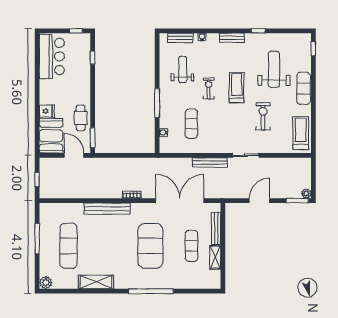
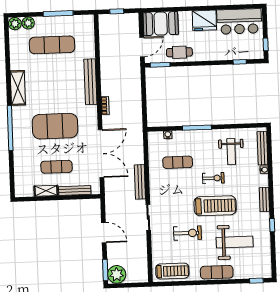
bench: (180, 38) -> (262, 148), width x1.36
weight bench: (183, 69) -> (231, 152), turned 90
treadmill: (237, 88) -> (215, 206), width x1.37, depth x1.38
fridge: (47, 111) -> (204, 20), moved, width x1.88, depth x1.34
plant: (306, 193) -> (117, 274), width x1.88, depth x1.88
plant: (46, 269) -> (28, 23), added
shelving: (96, 282) -> (18, 88), moved

